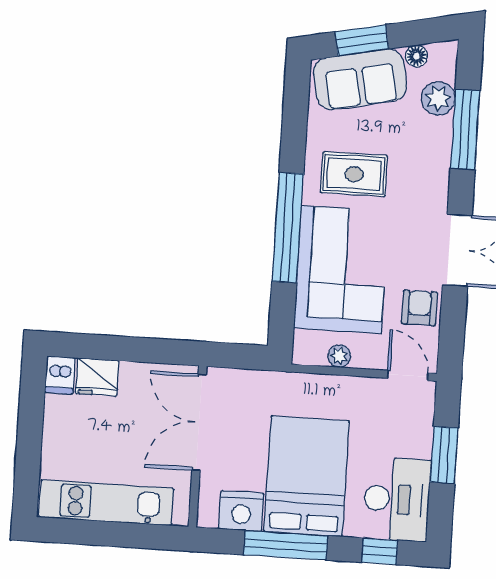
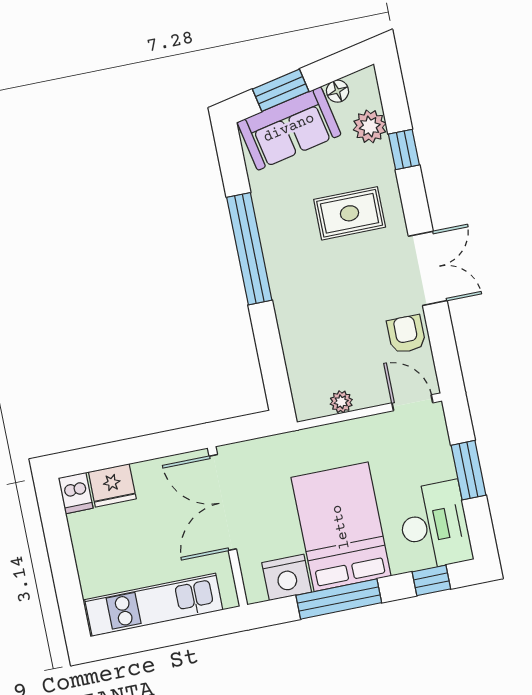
window: (465, 129) -> (404, 149), width x0.46
rug: (354, 174) -> (350, 213), moved
window: (288, 228) -> (249, 249), moved
corner sofa: (341, 270) -> (320, 318), removed

